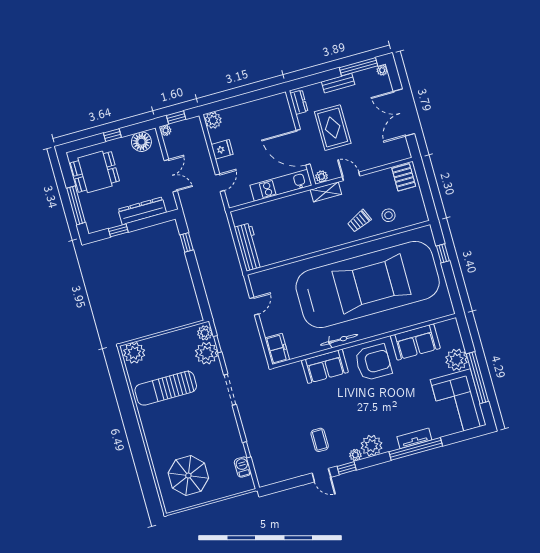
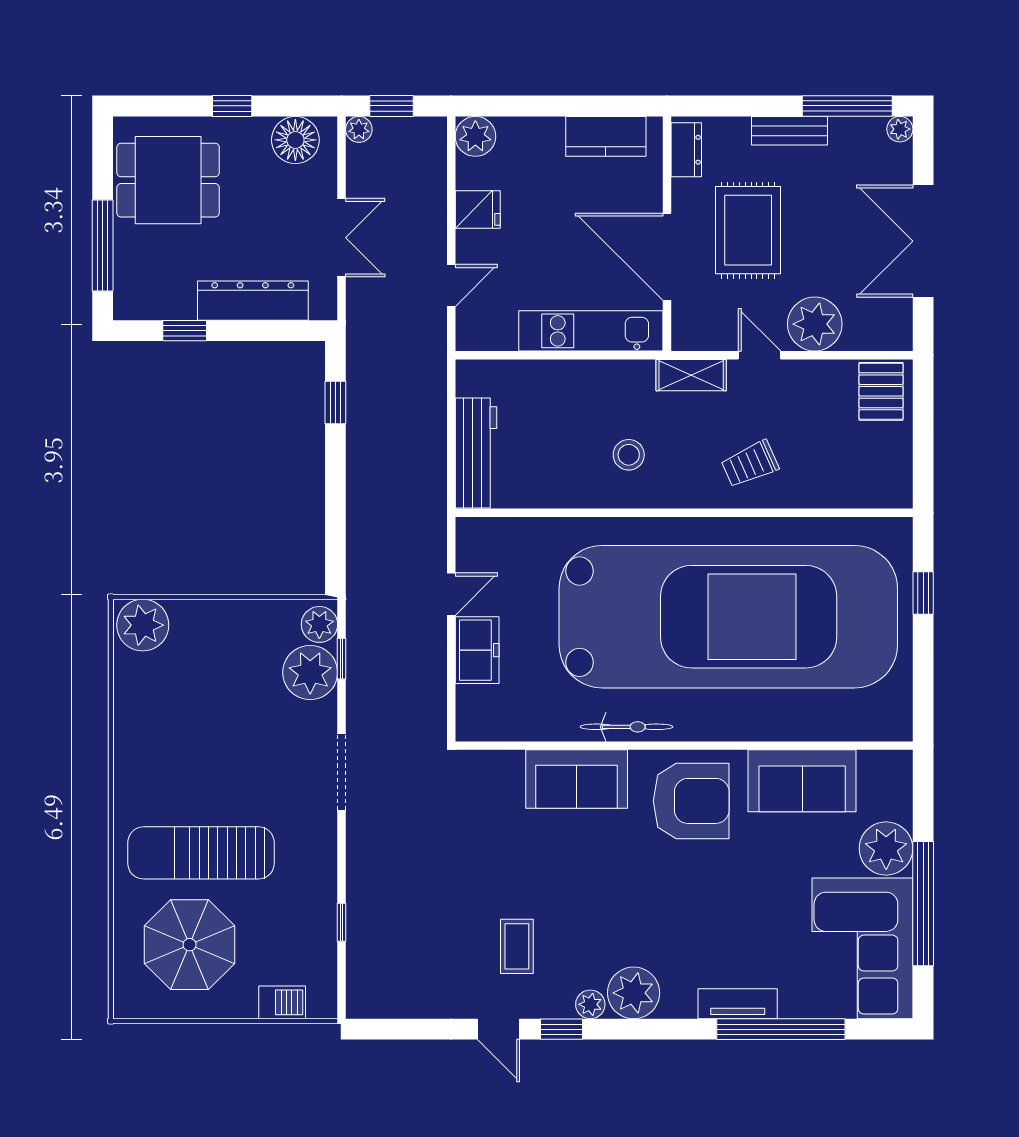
kitchen counter: (265, 106) -> (606, 136), added
plant: (322, 177) -> (815, 324), moved, width x1.87, depth x1.87
stool: (389, 215) -> (629, 455), moved
freezer: (277, 349) -> (477, 650), moved
sun lounger: (166, 388) -> (201, 853), moved
window: (416, 449) -> (781, 1029), moved
barbecue: (243, 467) -> (282, 1002), moved, turned 90

